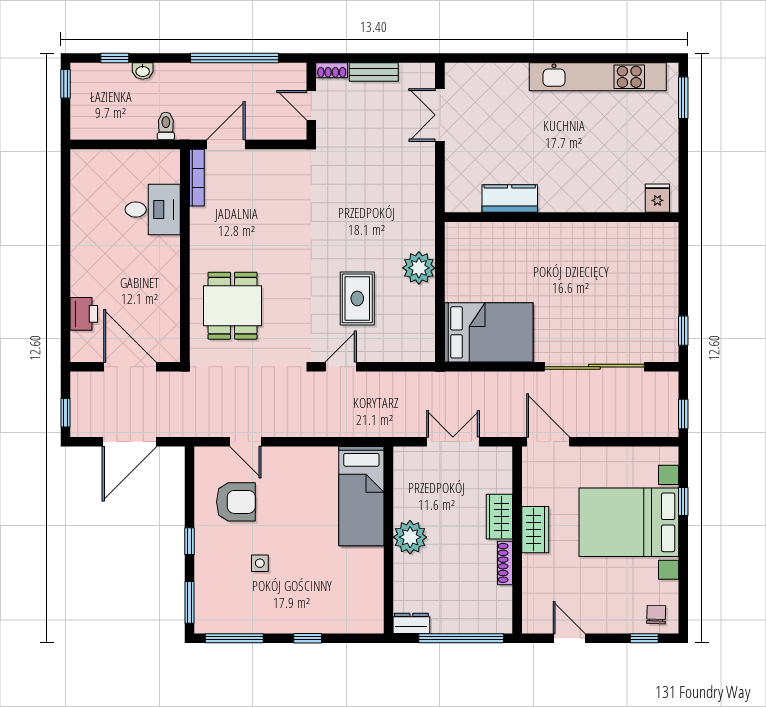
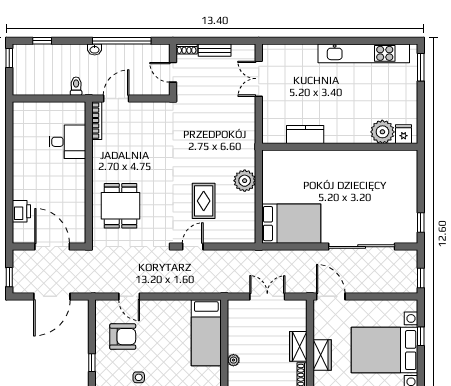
washbasin: (143, 71) -> (95, 49), moved
plant: (626, 195) -> (382, 132), added
plant: (410, 537) -> (233, 360), width x0.53, depth x0.53

